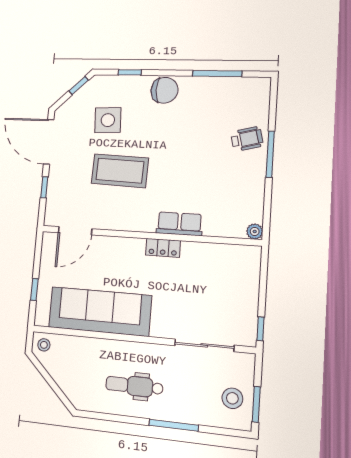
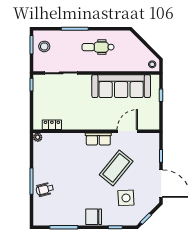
coffee table: (120, 171) -> (116, 168), turned -53
row of seats: (179, 224) -> (98, 139), moved
door: (75, 231) -> (127, 131), moved
locker: (163, 248) -> (52, 125), moved
dental chair: (134, 386) -> (98, 47), turned 180

